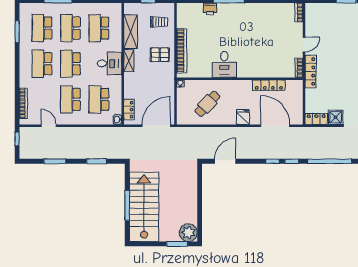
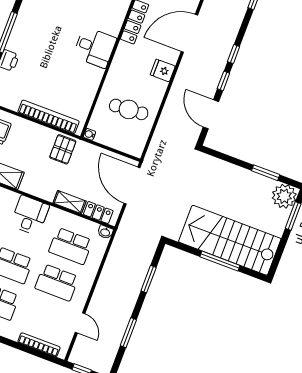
pallet: (160, 55) -> (63, 149), moved
shelving: (129, 61) -> (70, 202), moved
desk: (224, 64) -> (95, 47), moved
cafe table: (207, 104) -> (129, 109), turned -47
door: (49, 126) -> (80, 323), swing flipped
window: (292, 161) -> (223, 81), moved
window: (200, 214) -> (266, 173), added

